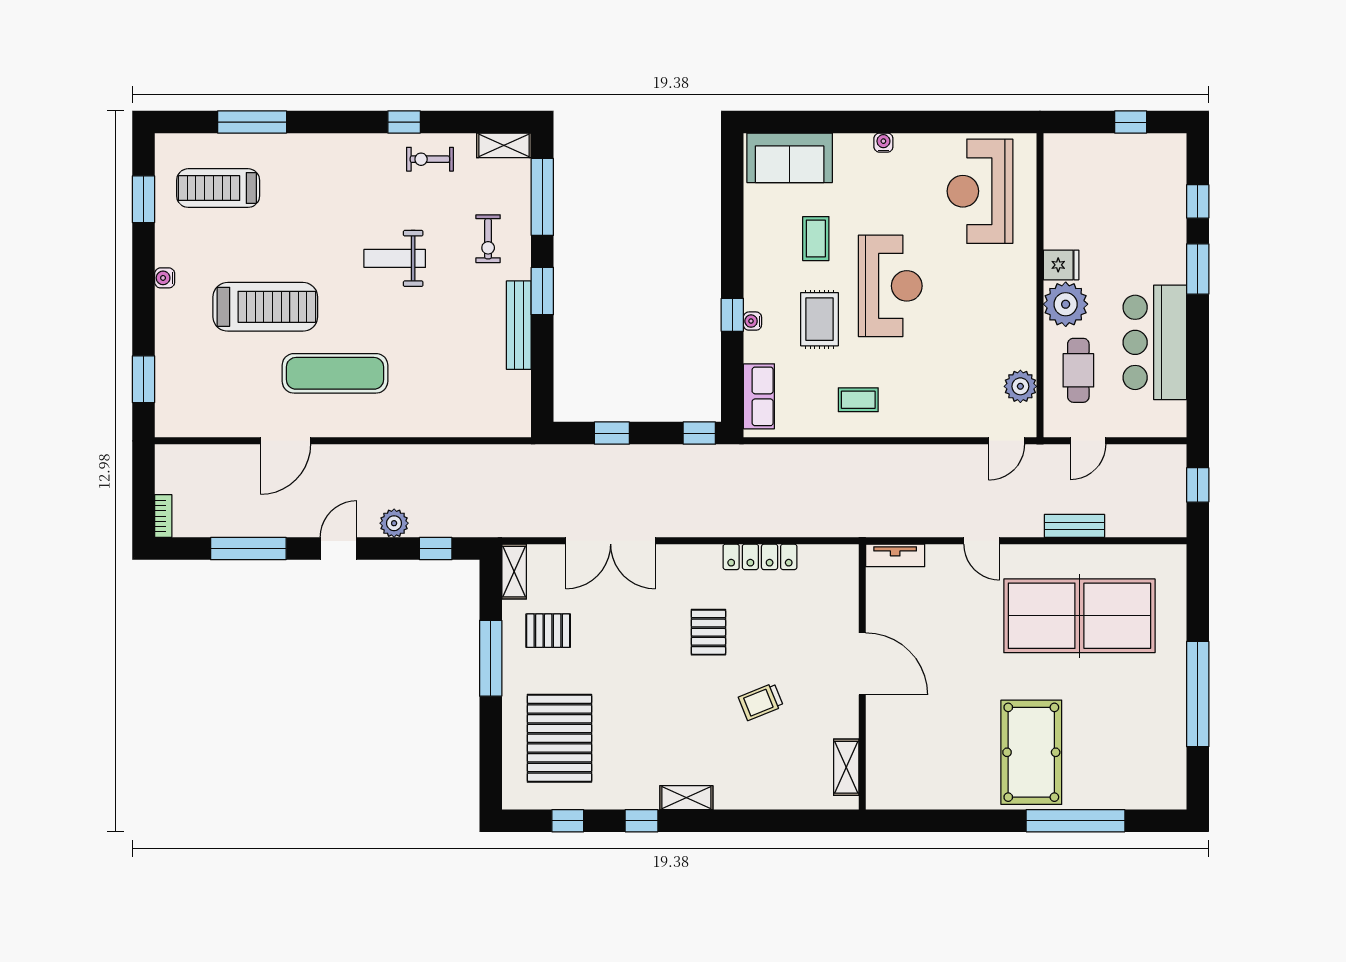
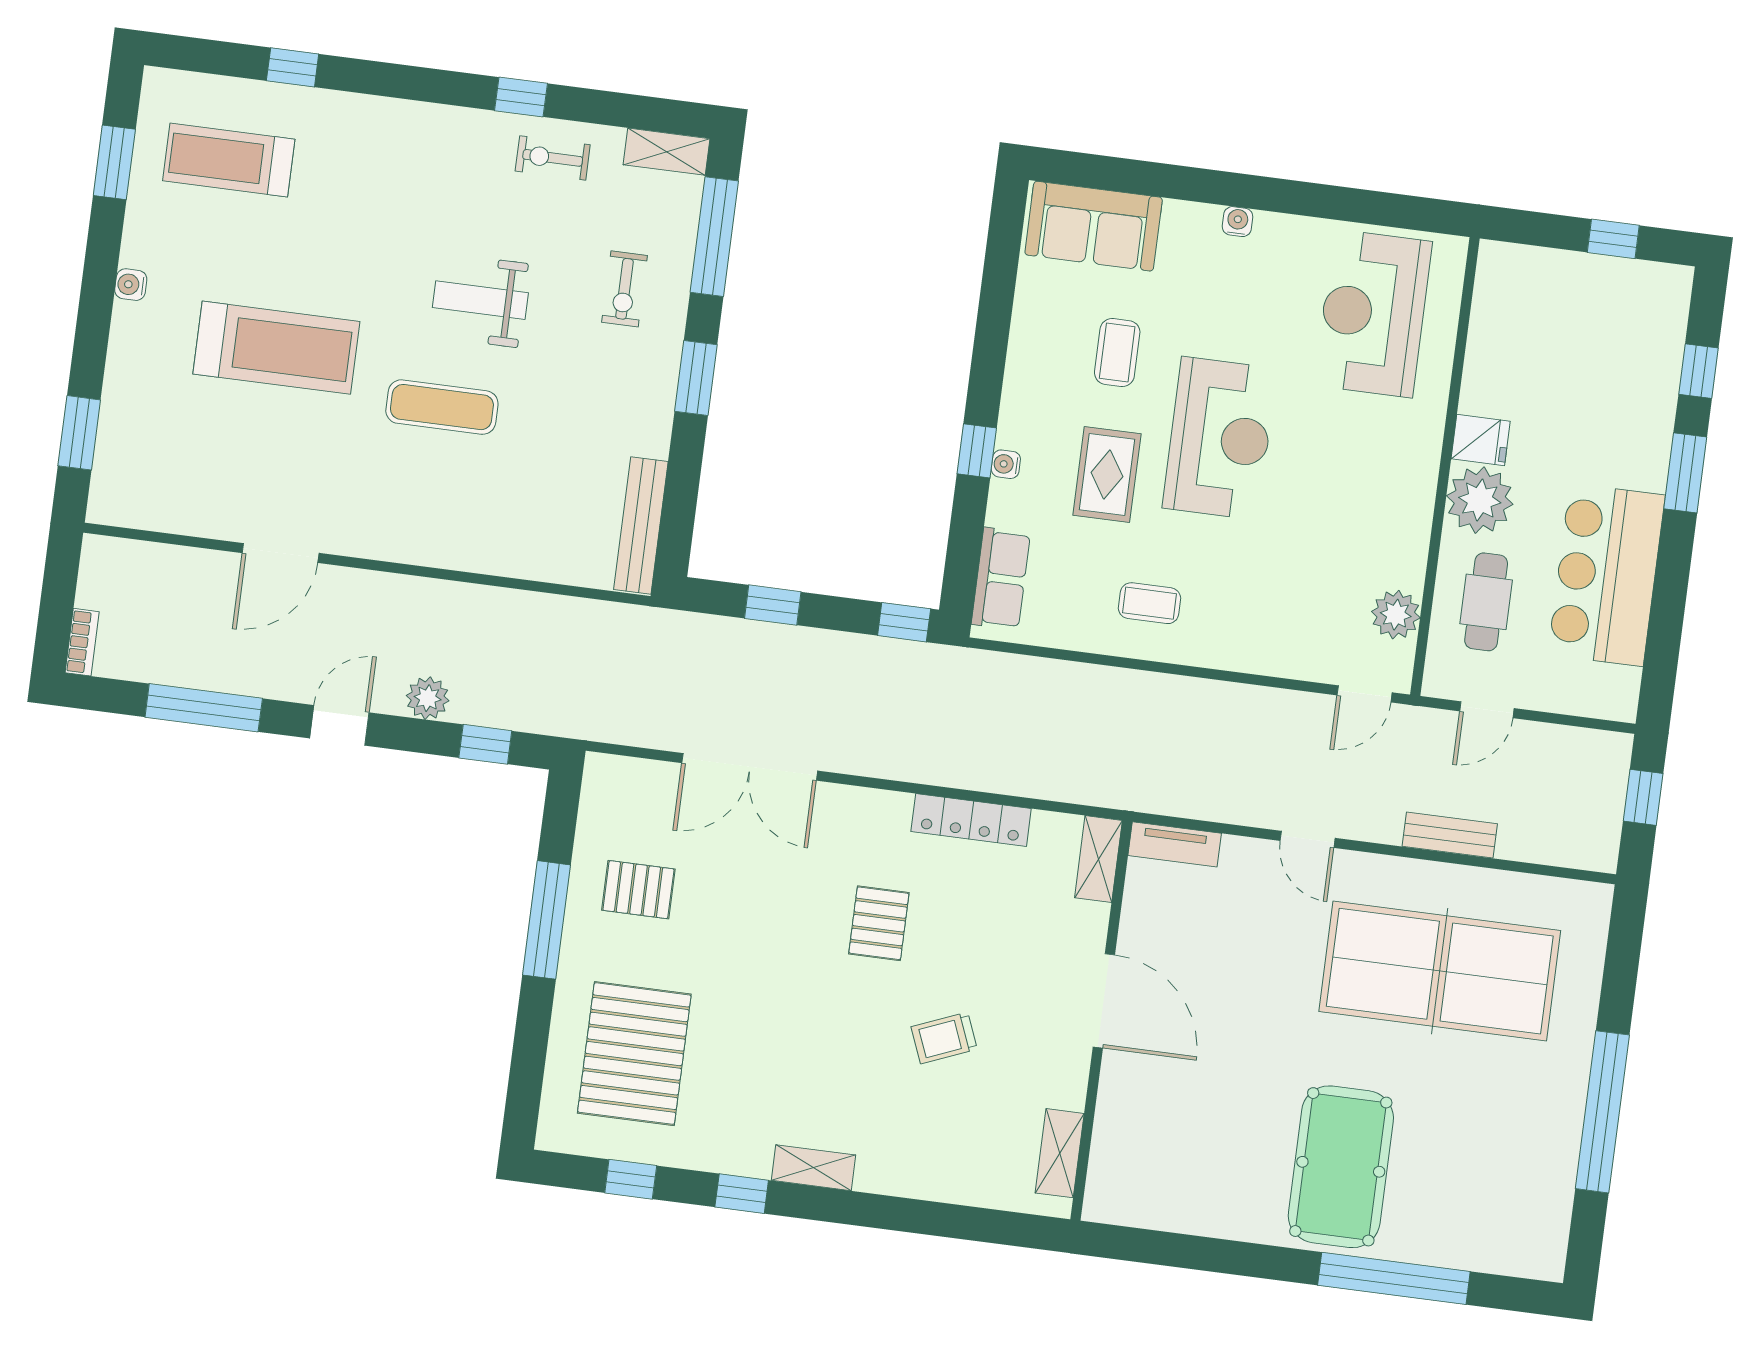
window: (252, 122) -> (293, 67), width x0.46
bench: (519, 325) -> (641, 525), moved
exercise mat: (335, 373) -> (442, 407), moved, width x0.73, depth x0.69
shelving: (514, 572) -> (1098, 859), moved

